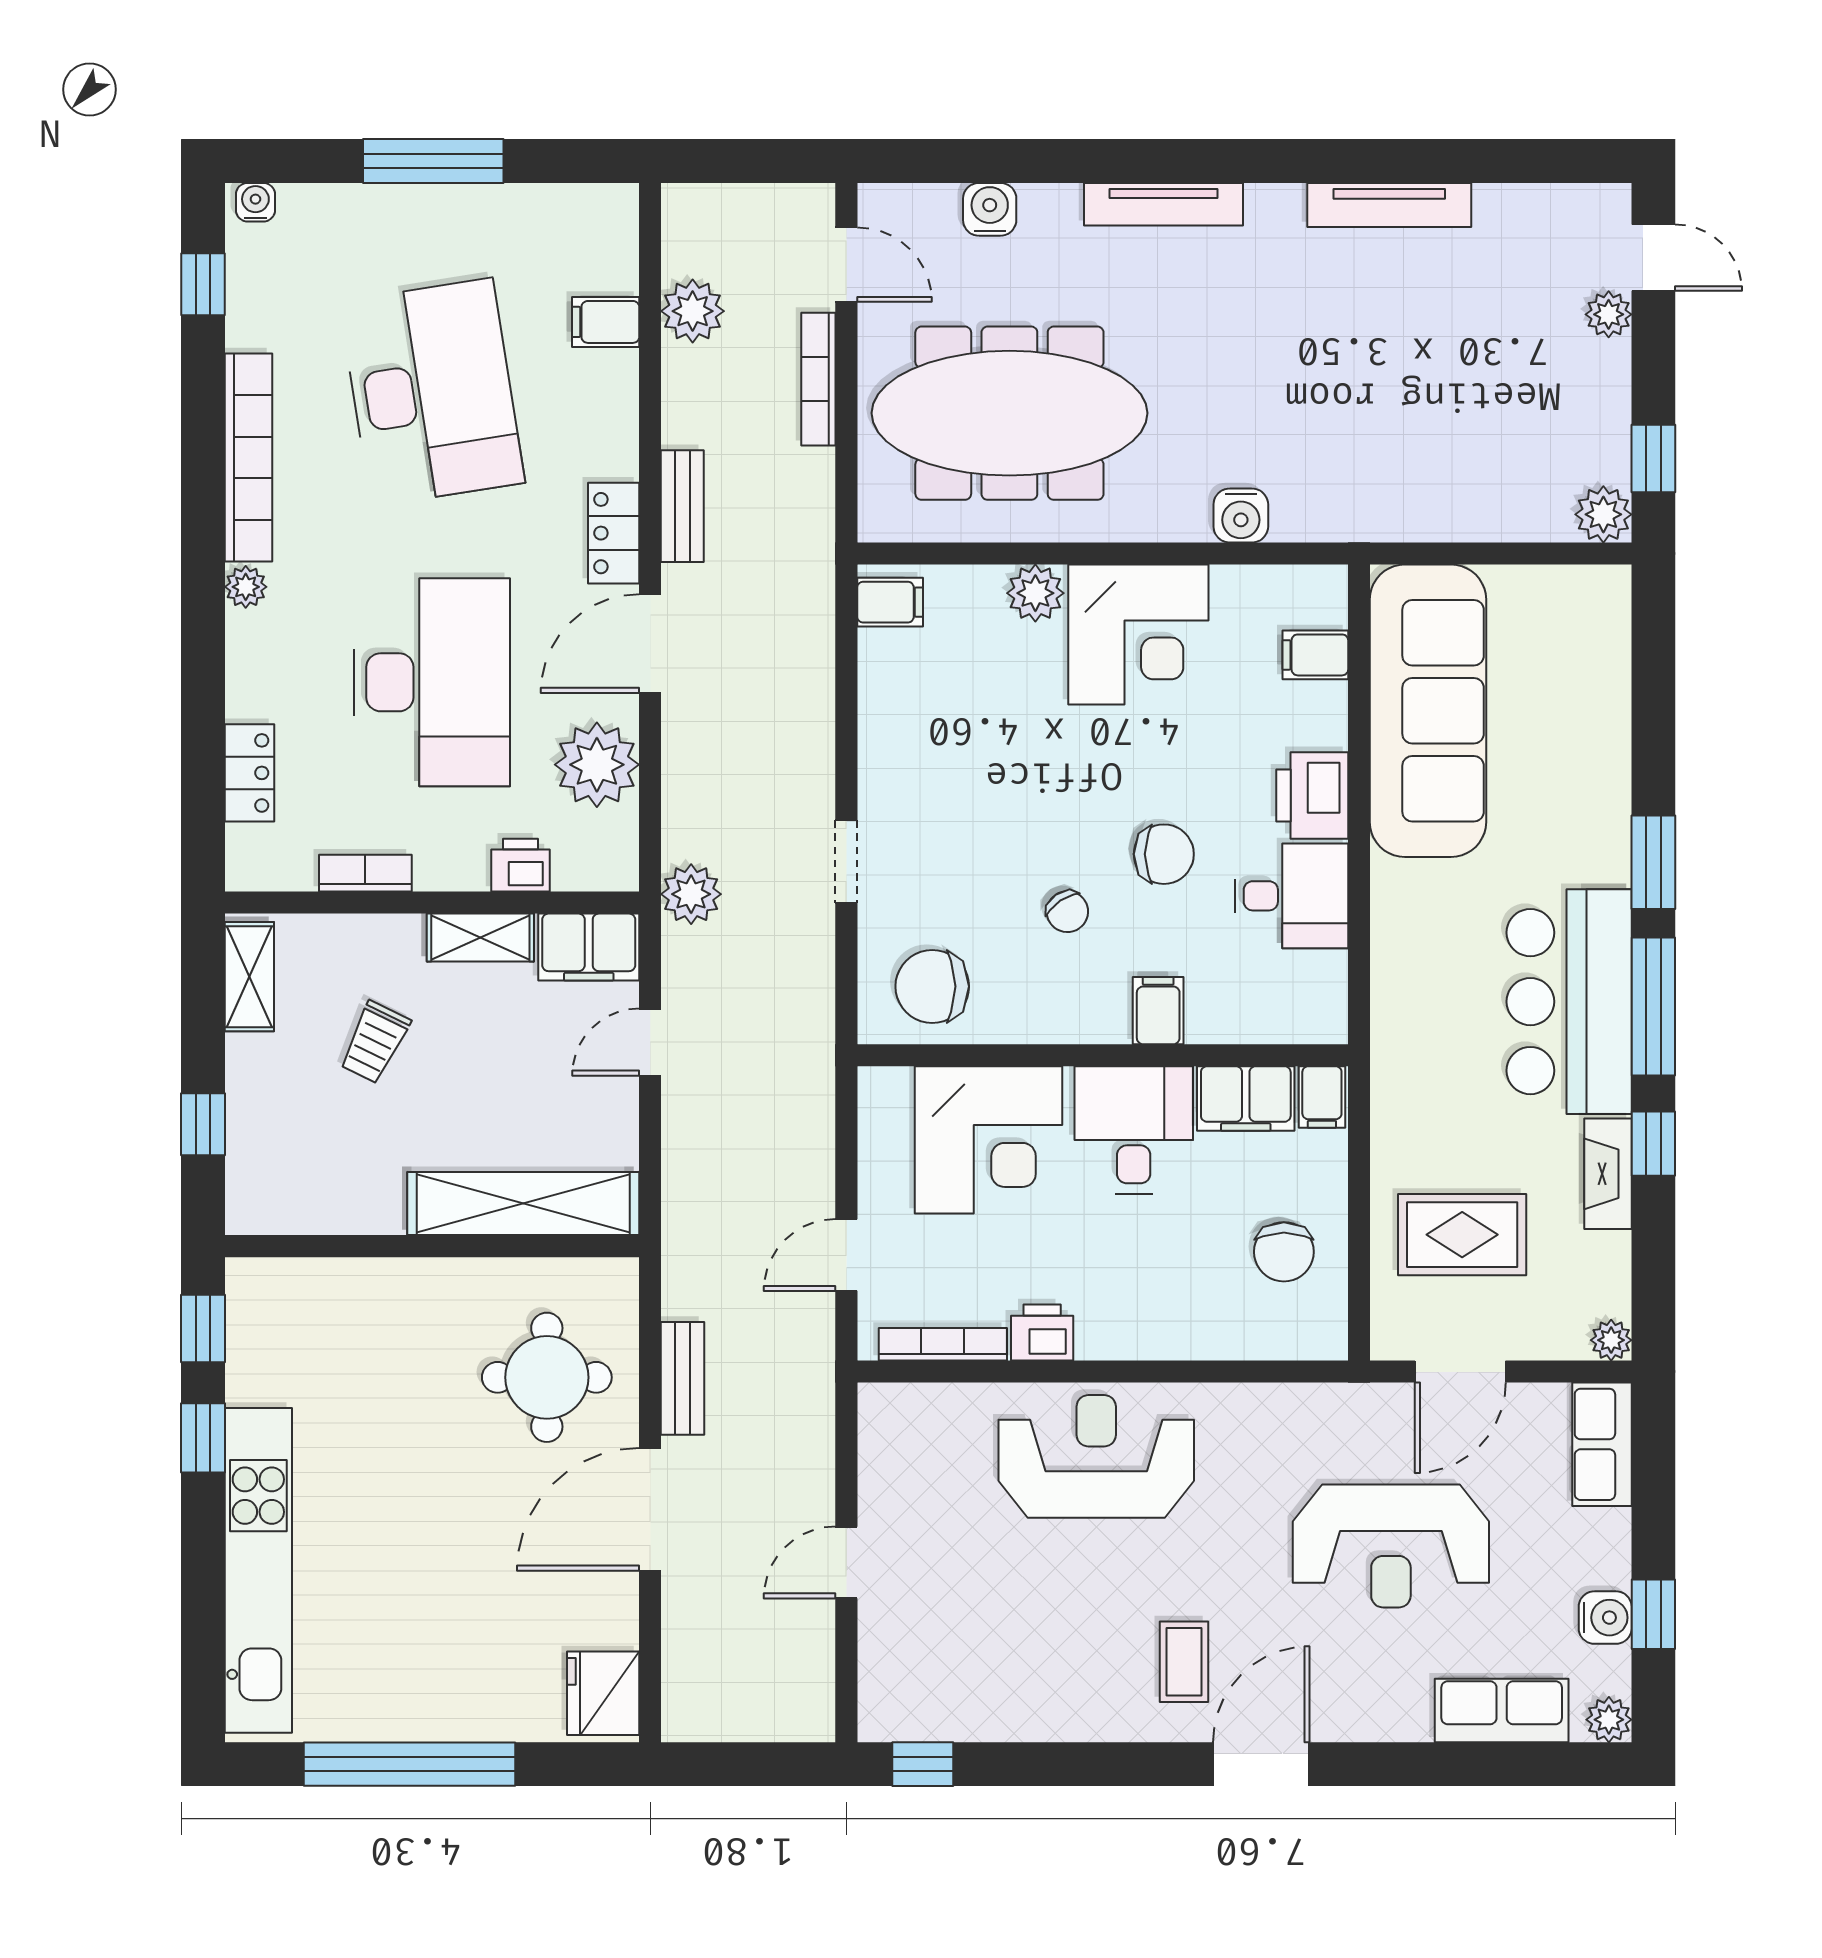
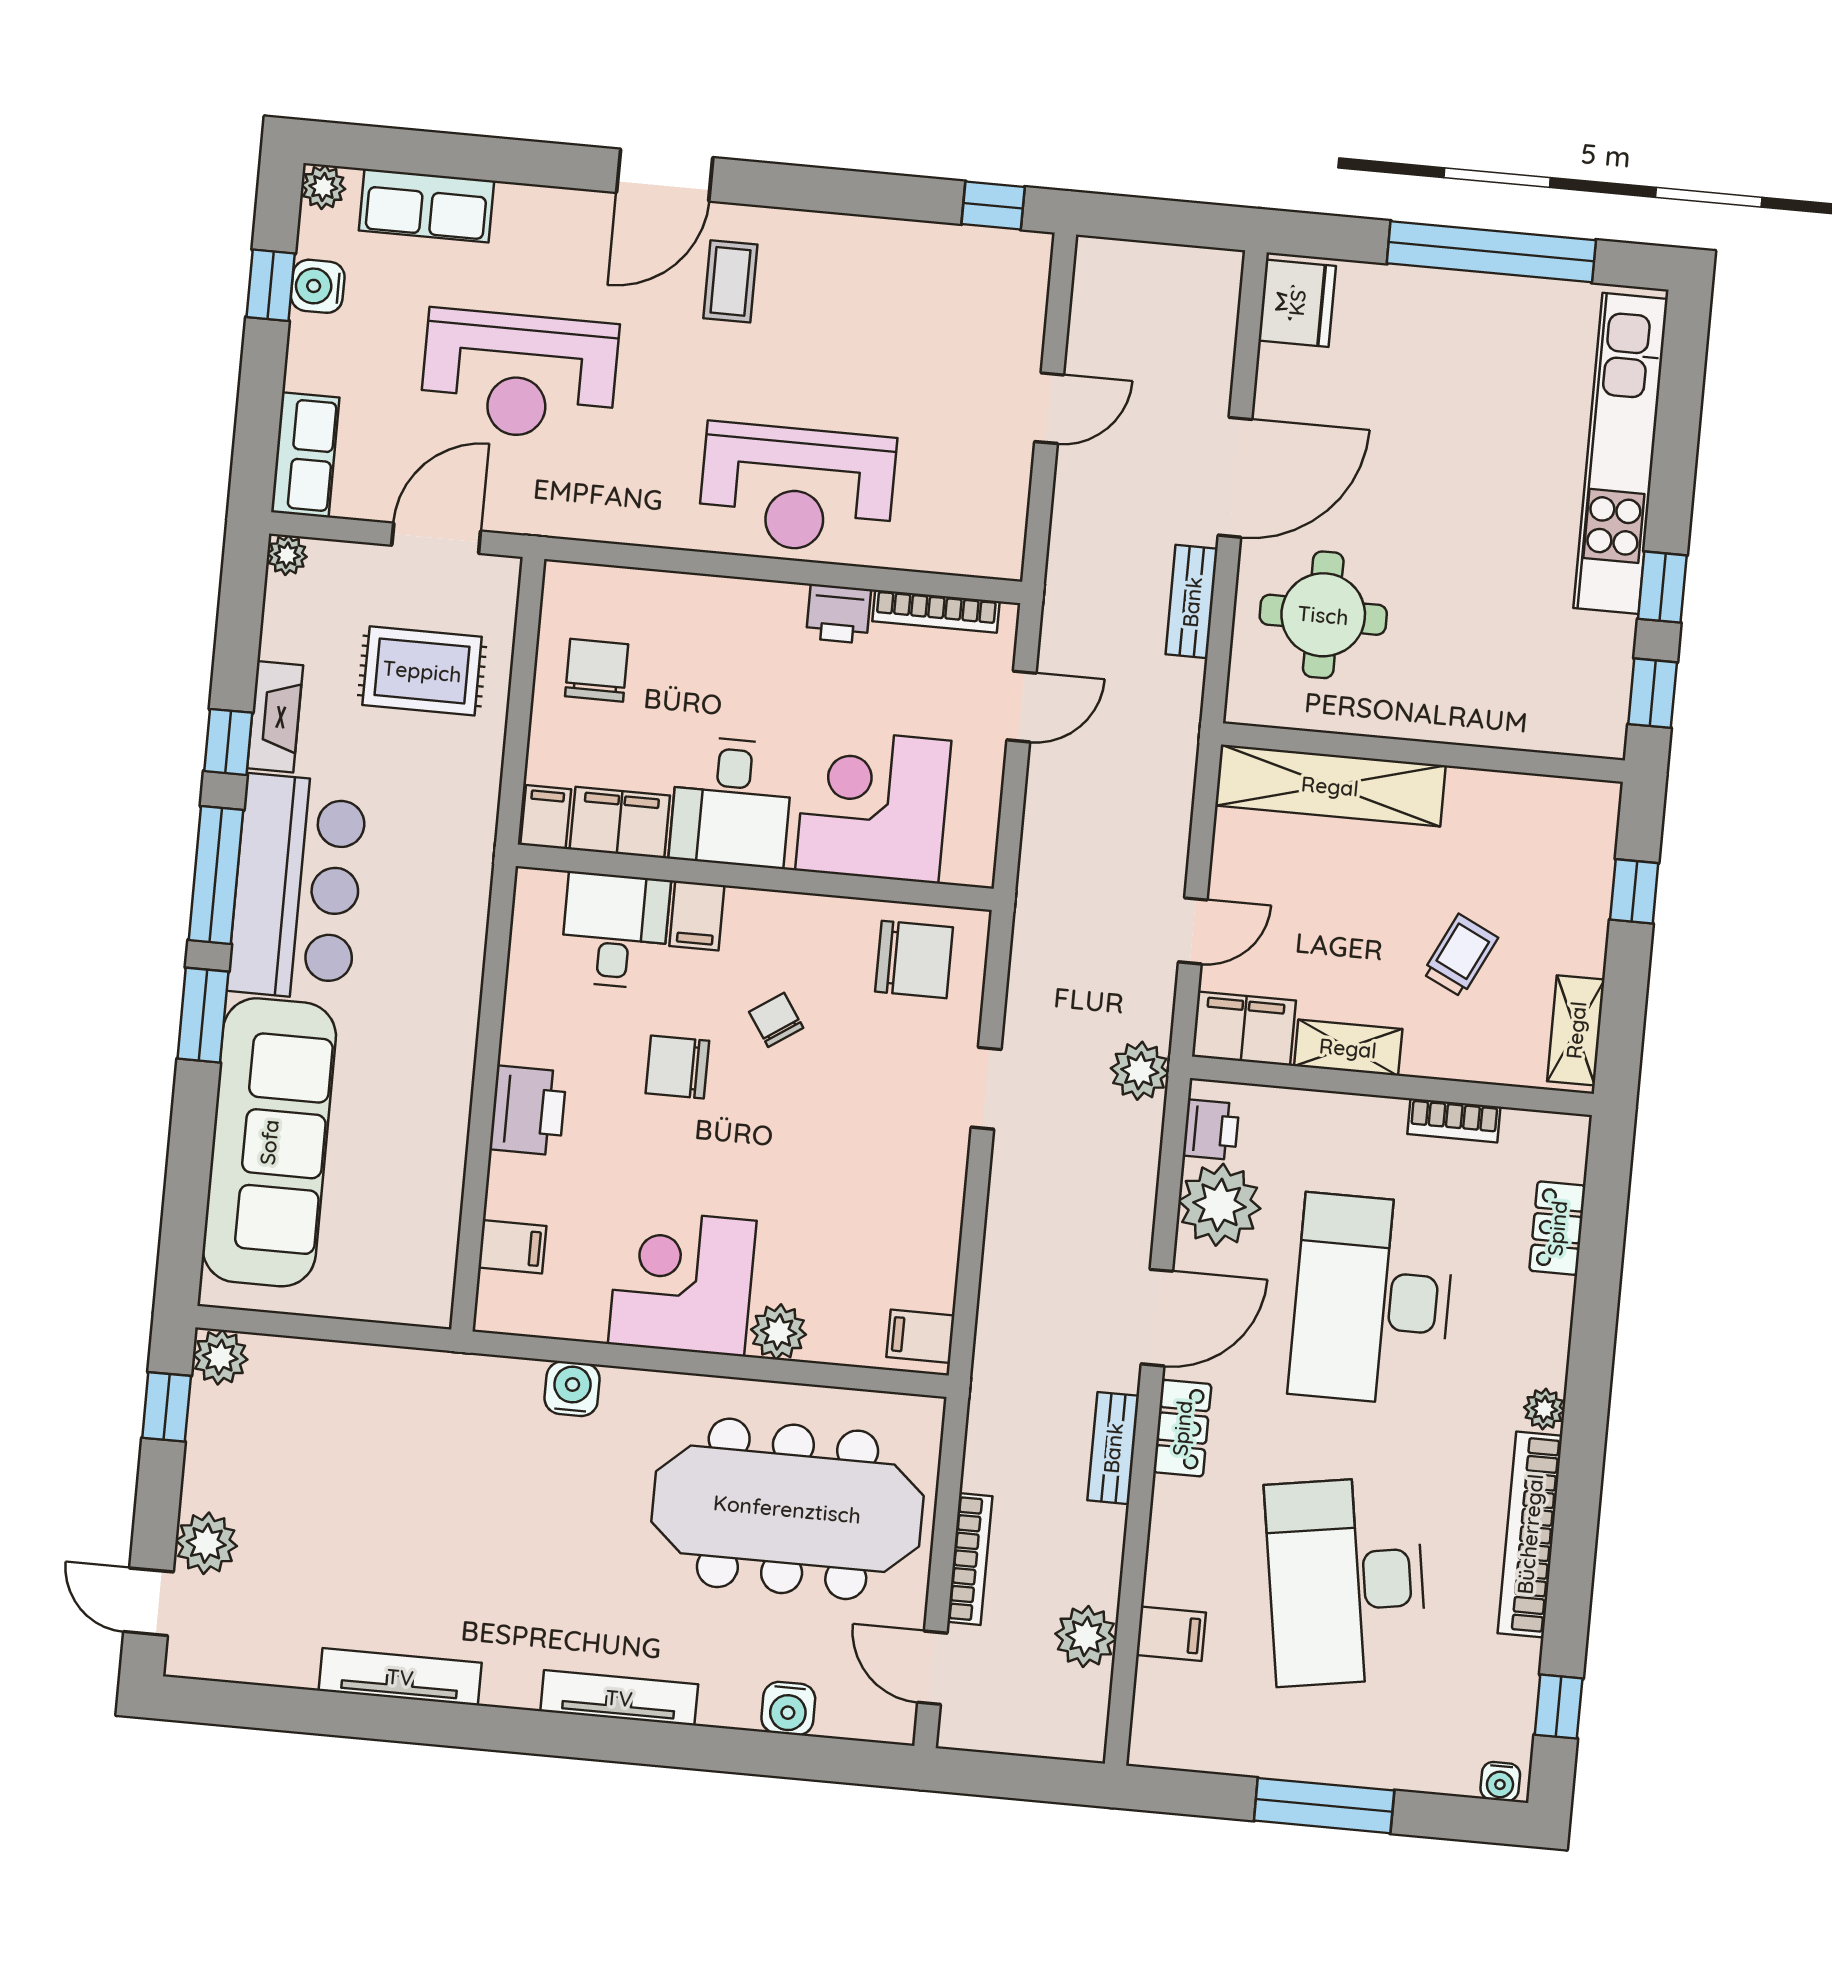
plant: (1609, 314) -> (206, 1543), width x1.38, depth x1.38
sofa: (1428, 711) -> (269, 1142), moved, turned 180
printer: (520, 865) -> (1211, 1130), moved, turned -90
desk: (1291, 896) -> (615, 930), moved, turned 90
reception desk: (1391, 1546) -> (519, 375), turned 180

